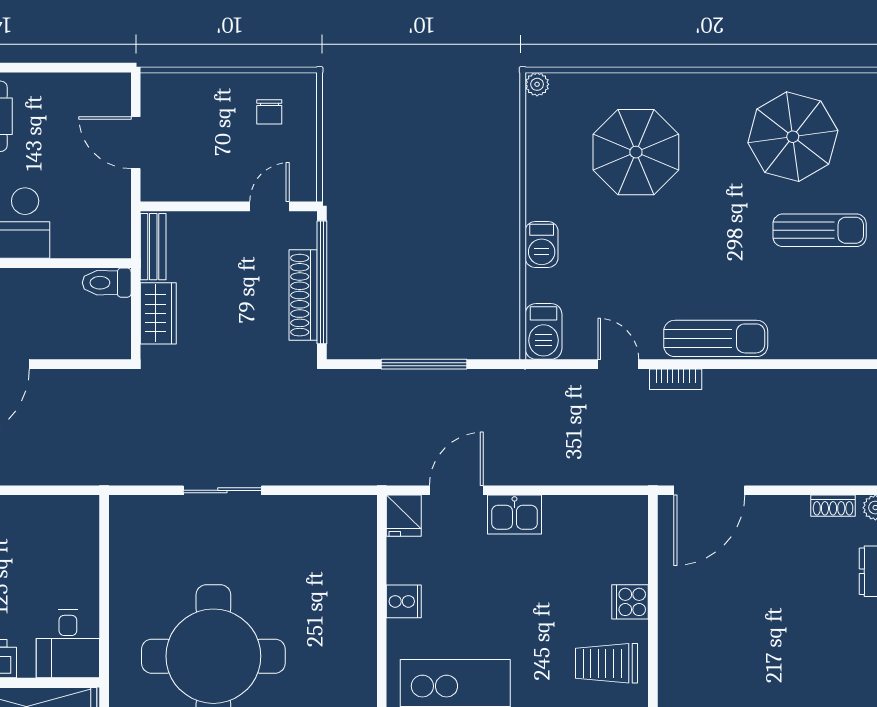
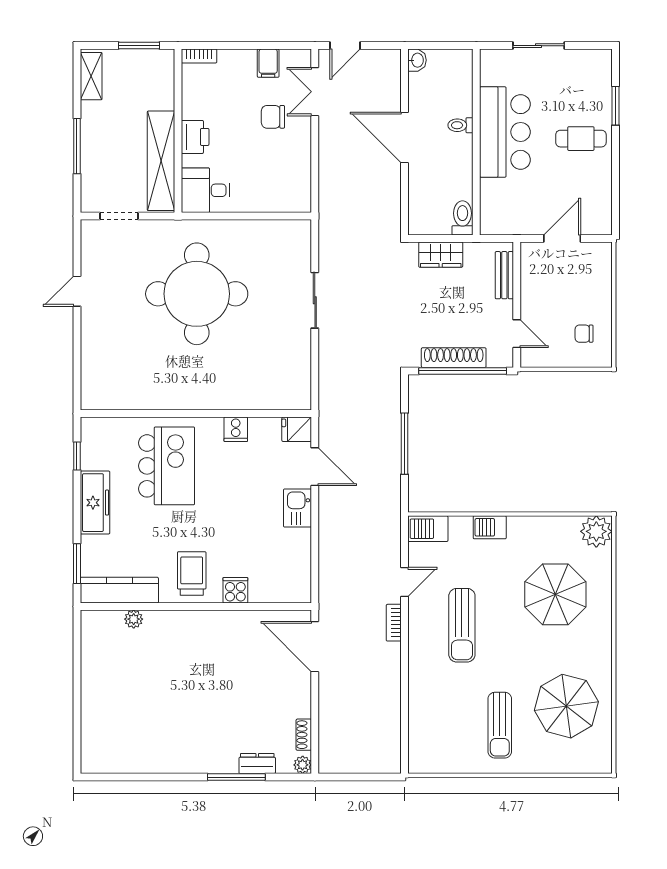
plant: (537, 84) -> (596, 531), width x1.88, depth x1.88
bench: (153, 247) -> (504, 275), moved, turned 90
sun lounger: (716, 338) -> (462, 625), moved

